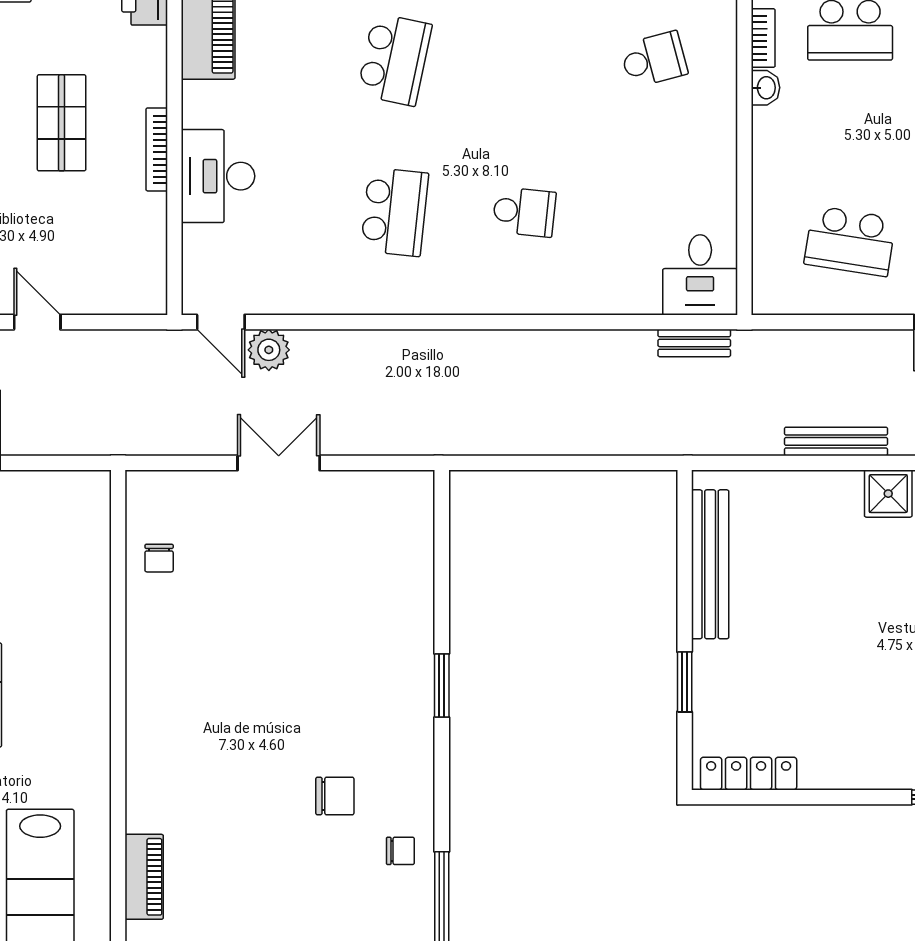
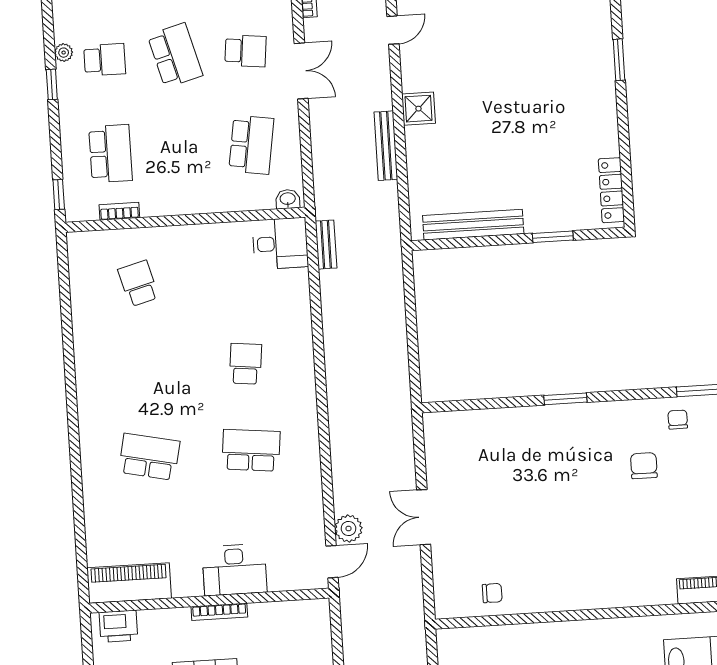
washbasin: (765, 88) -> (288, 199), moved

